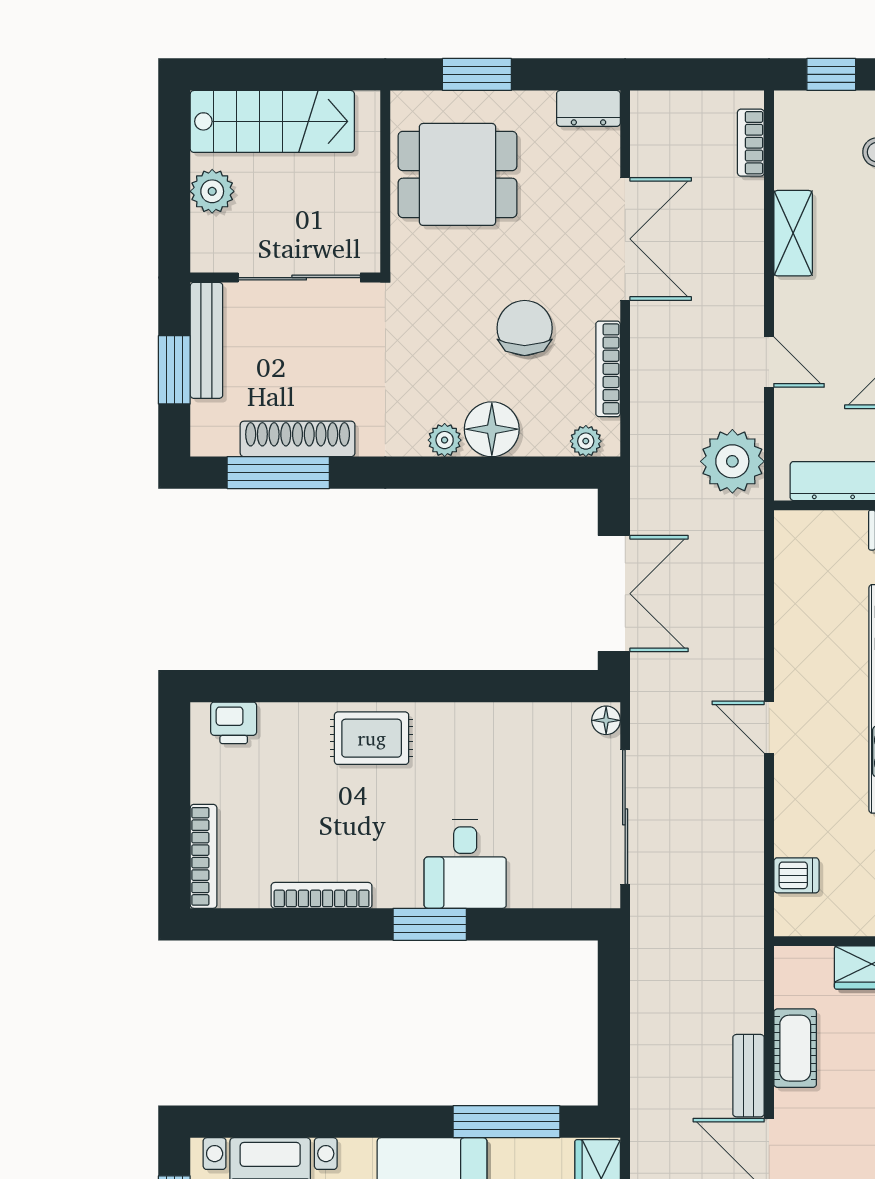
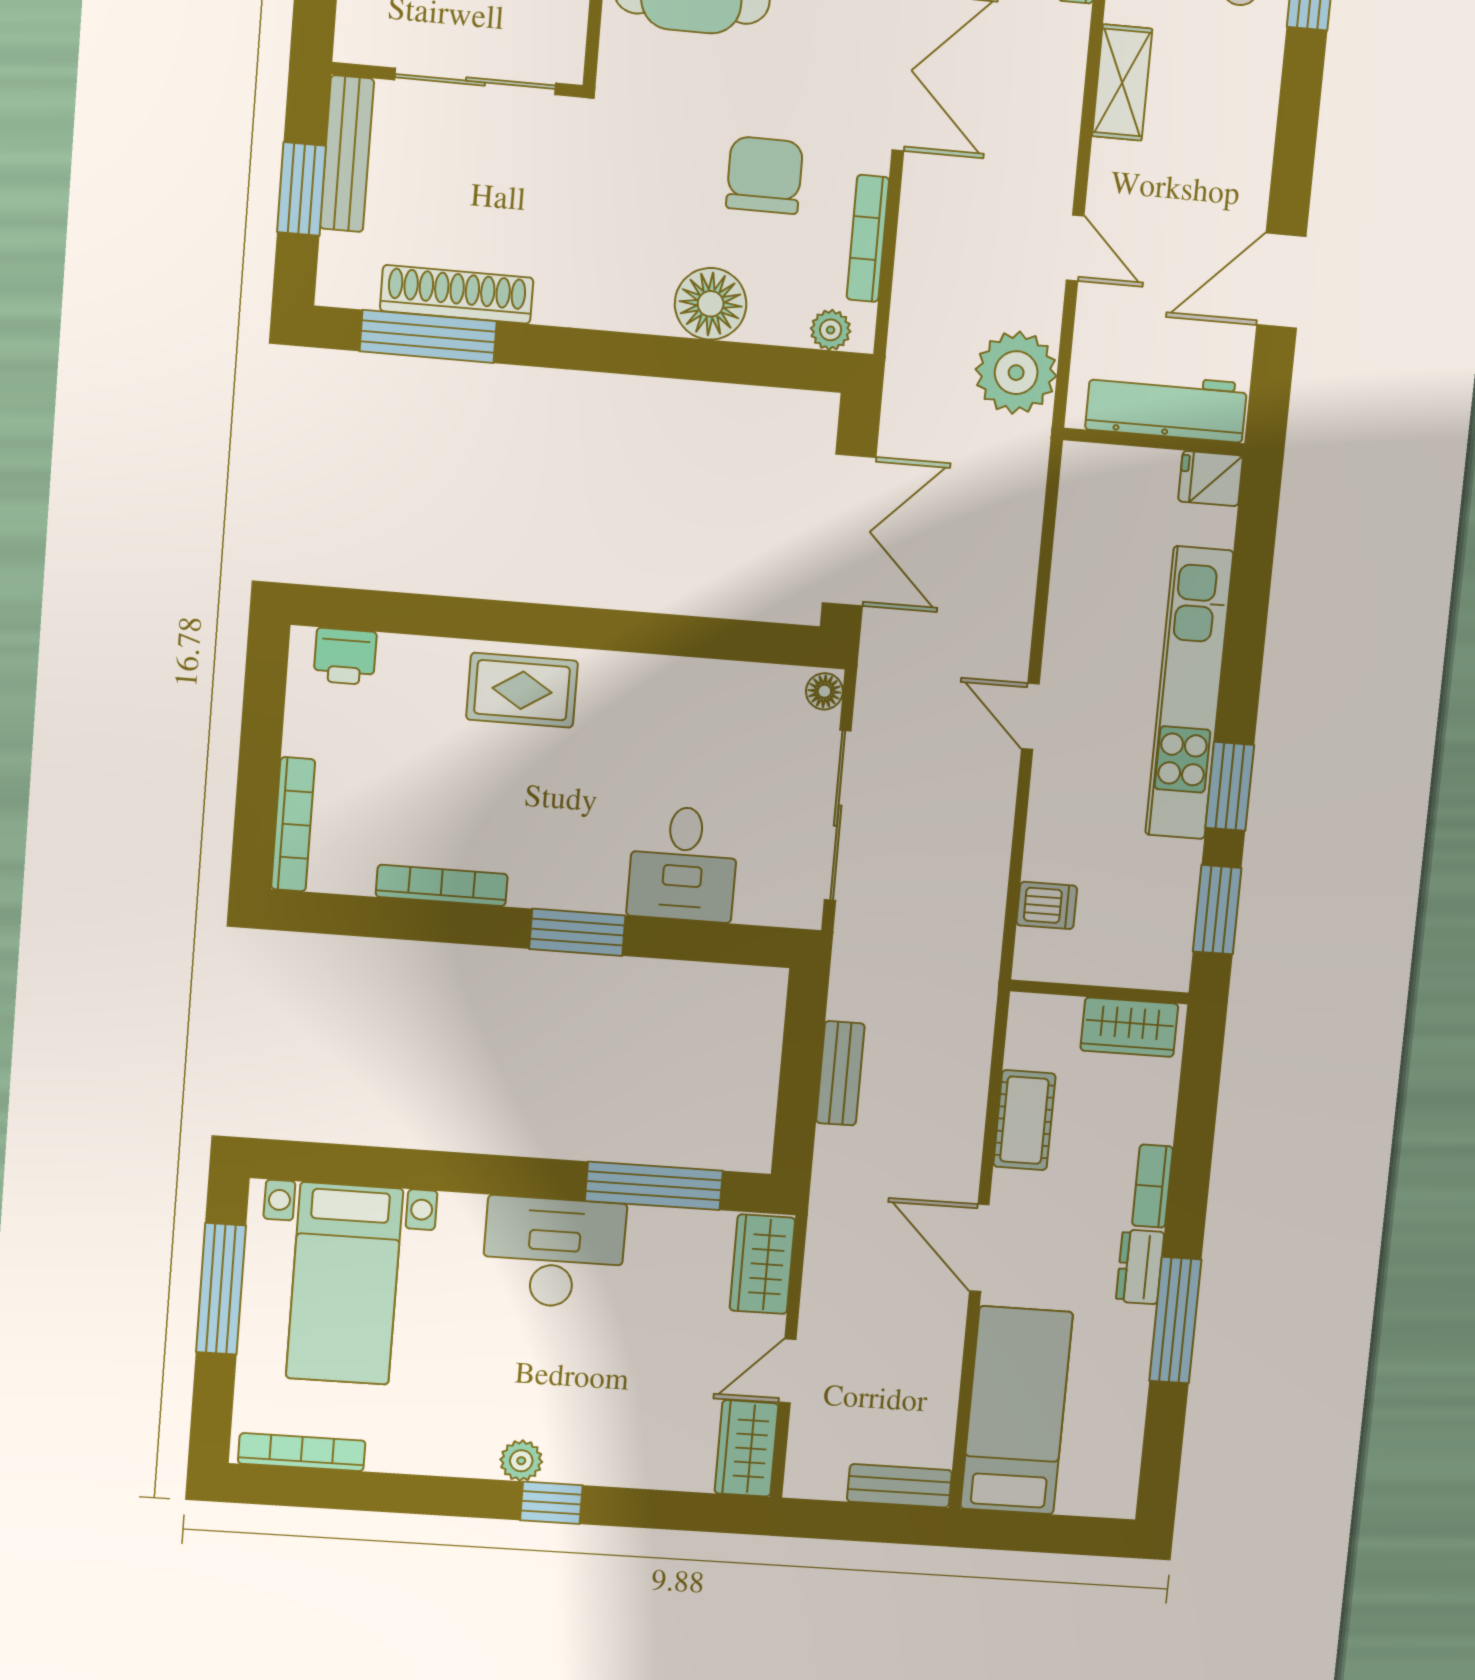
plant: (445, 440) -> (648, 313), removed
desk: (465, 864) -> (683, 864), moved
bench: (749, 1076) -> (840, 1073), moved

